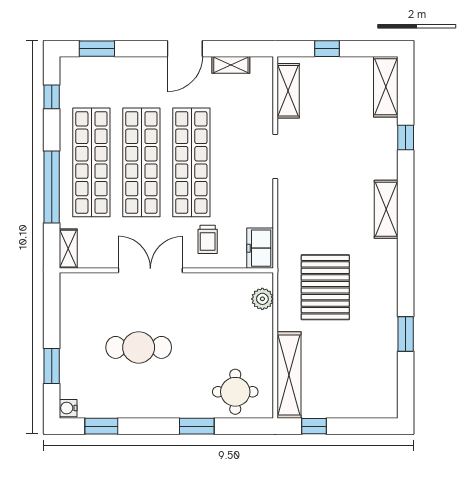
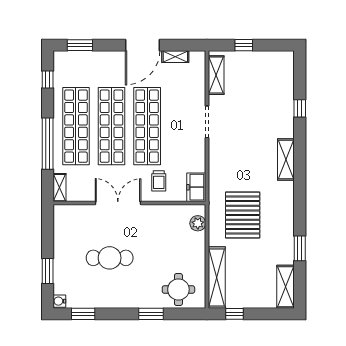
door: (185, 49) -> (142, 45), width x1.36
shelving: (386, 87) -> (286, 287), moved

